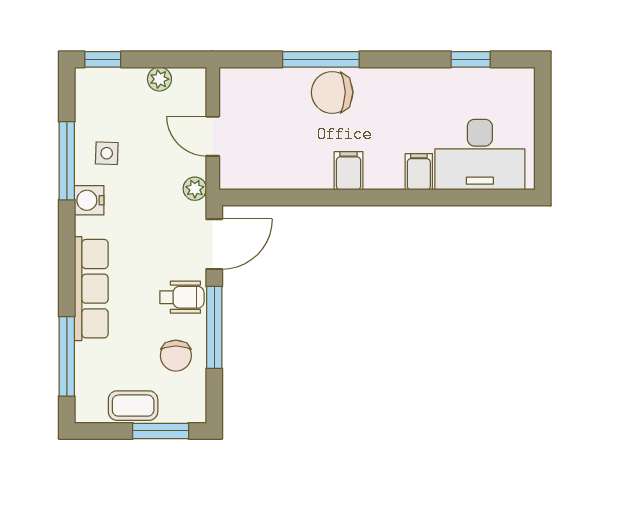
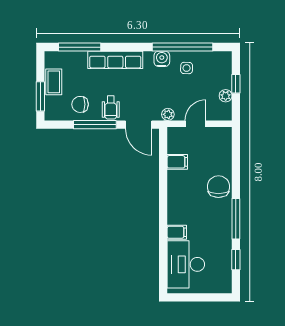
window: (103, 59) -> (236, 84), moved
window: (321, 59) -> (236, 219), moved
window: (67, 161) -> (183, 47), width x1.46
filing cabinet: (349, 171) -> (177, 162), moved

